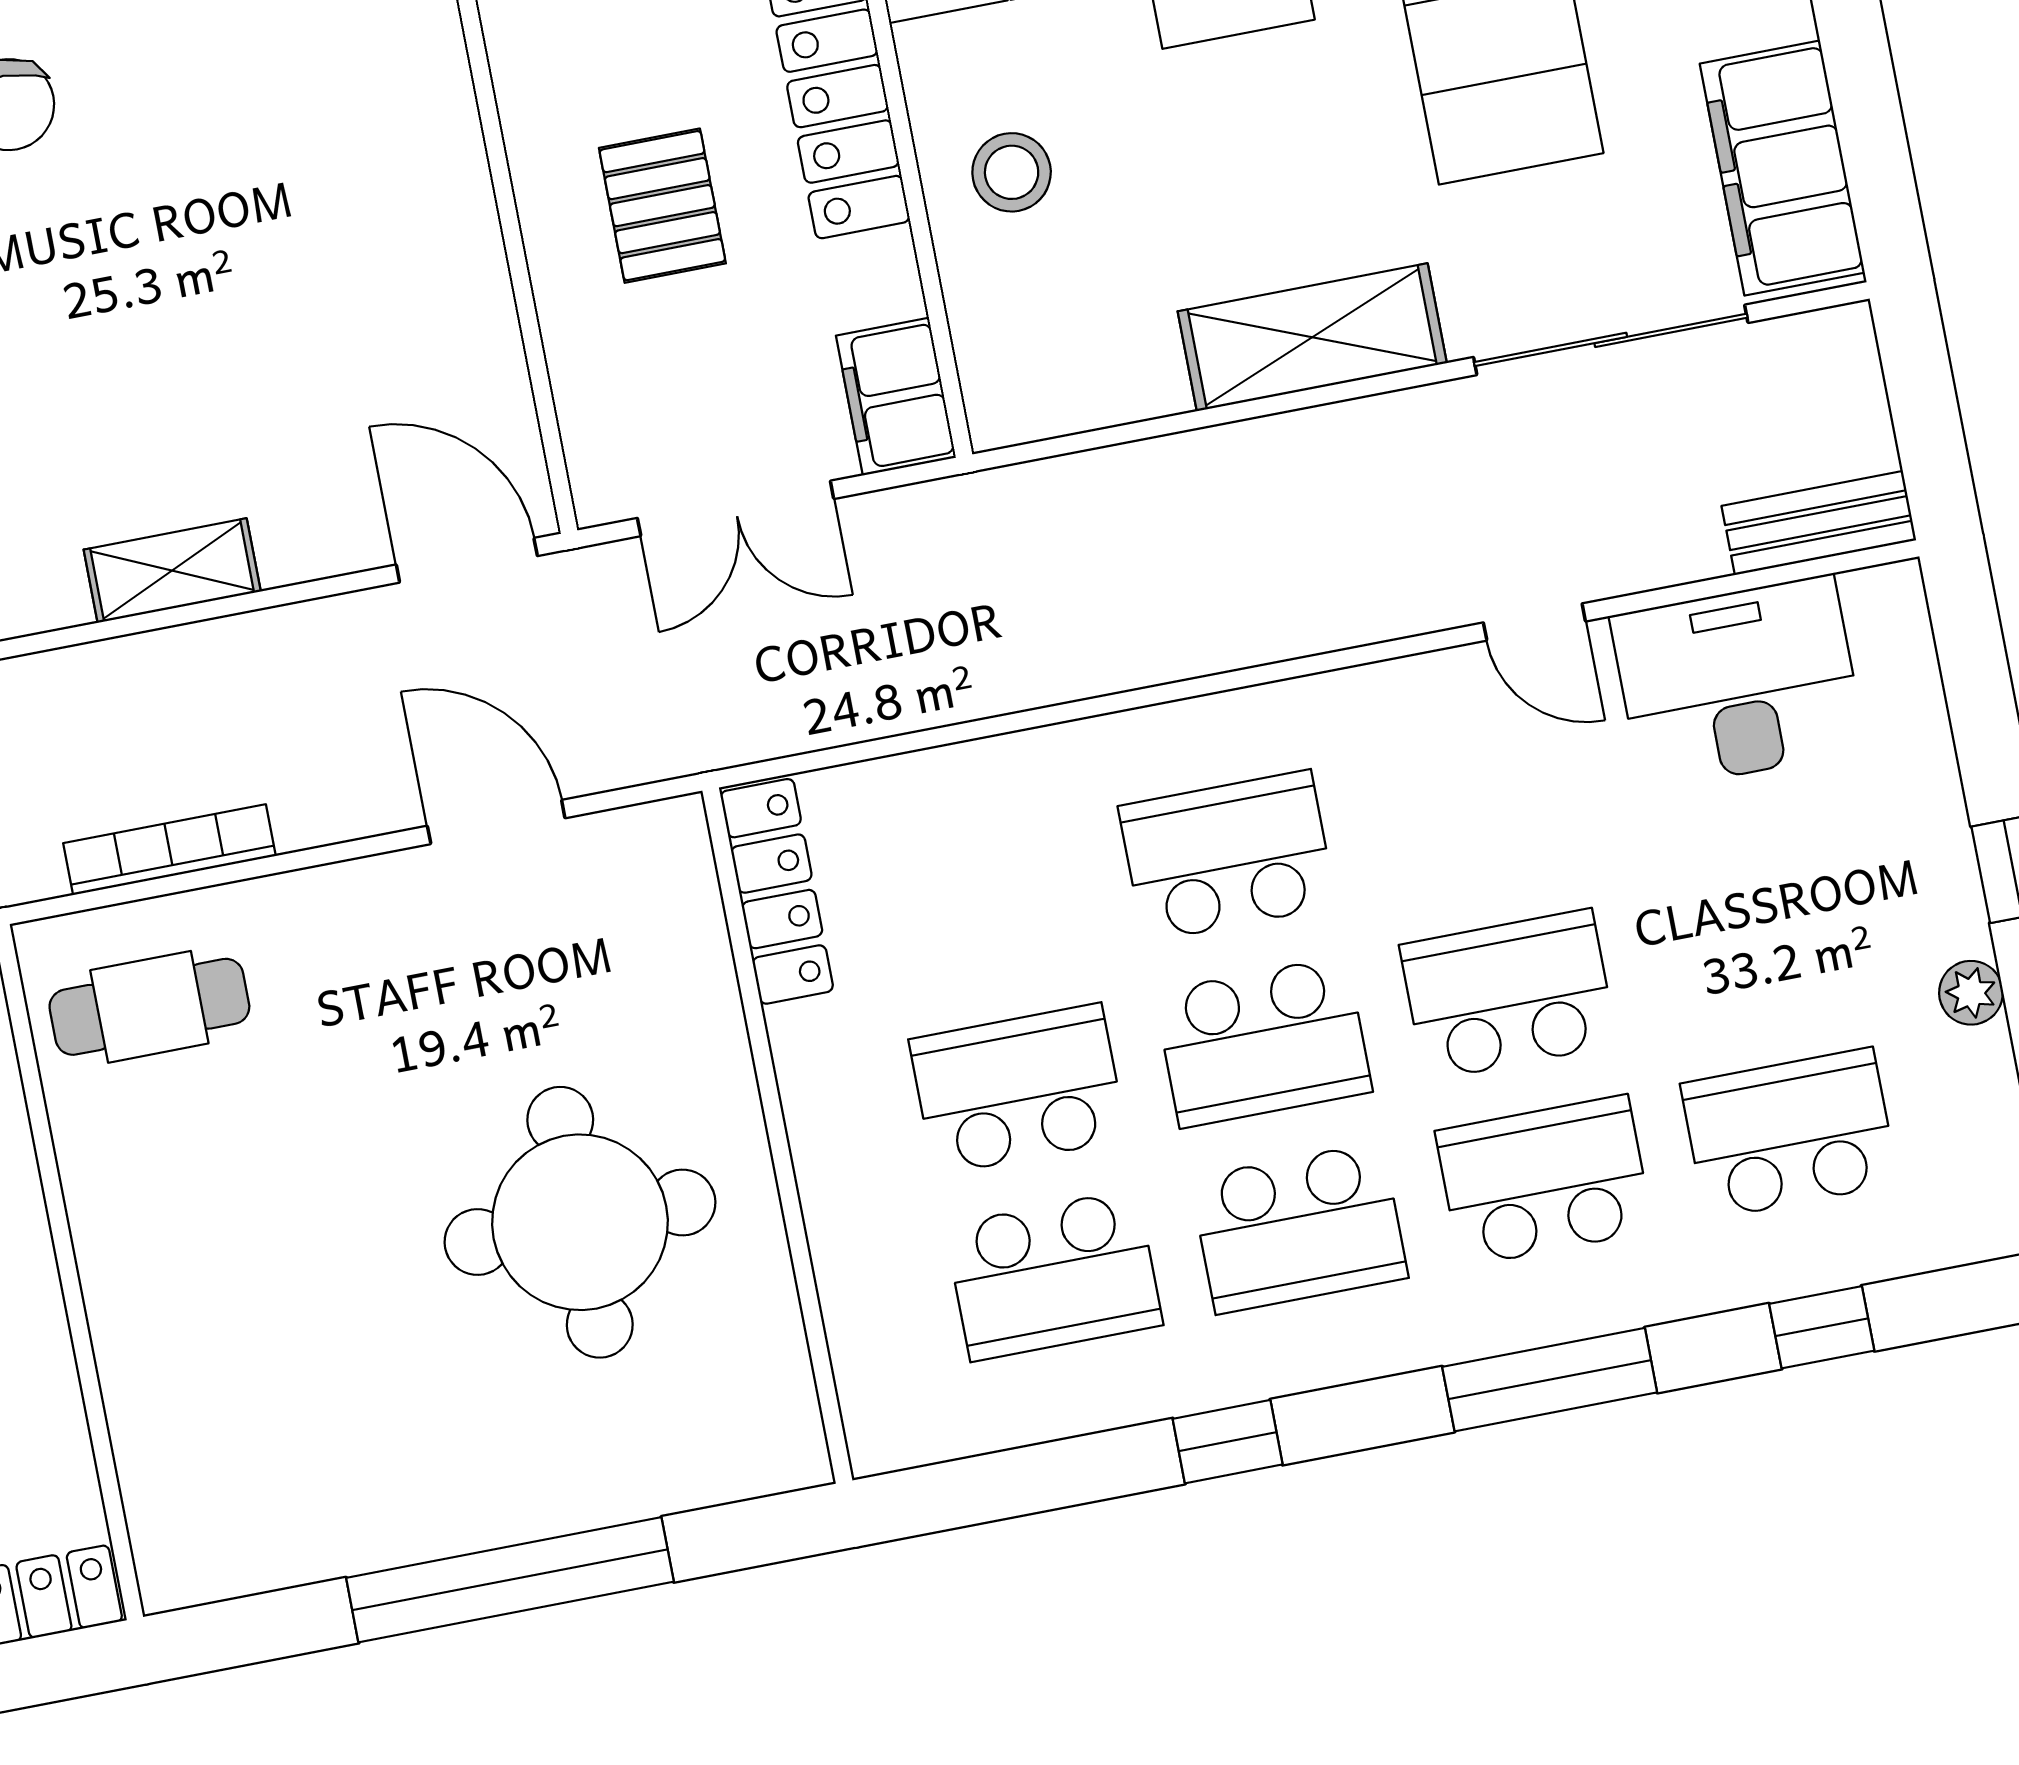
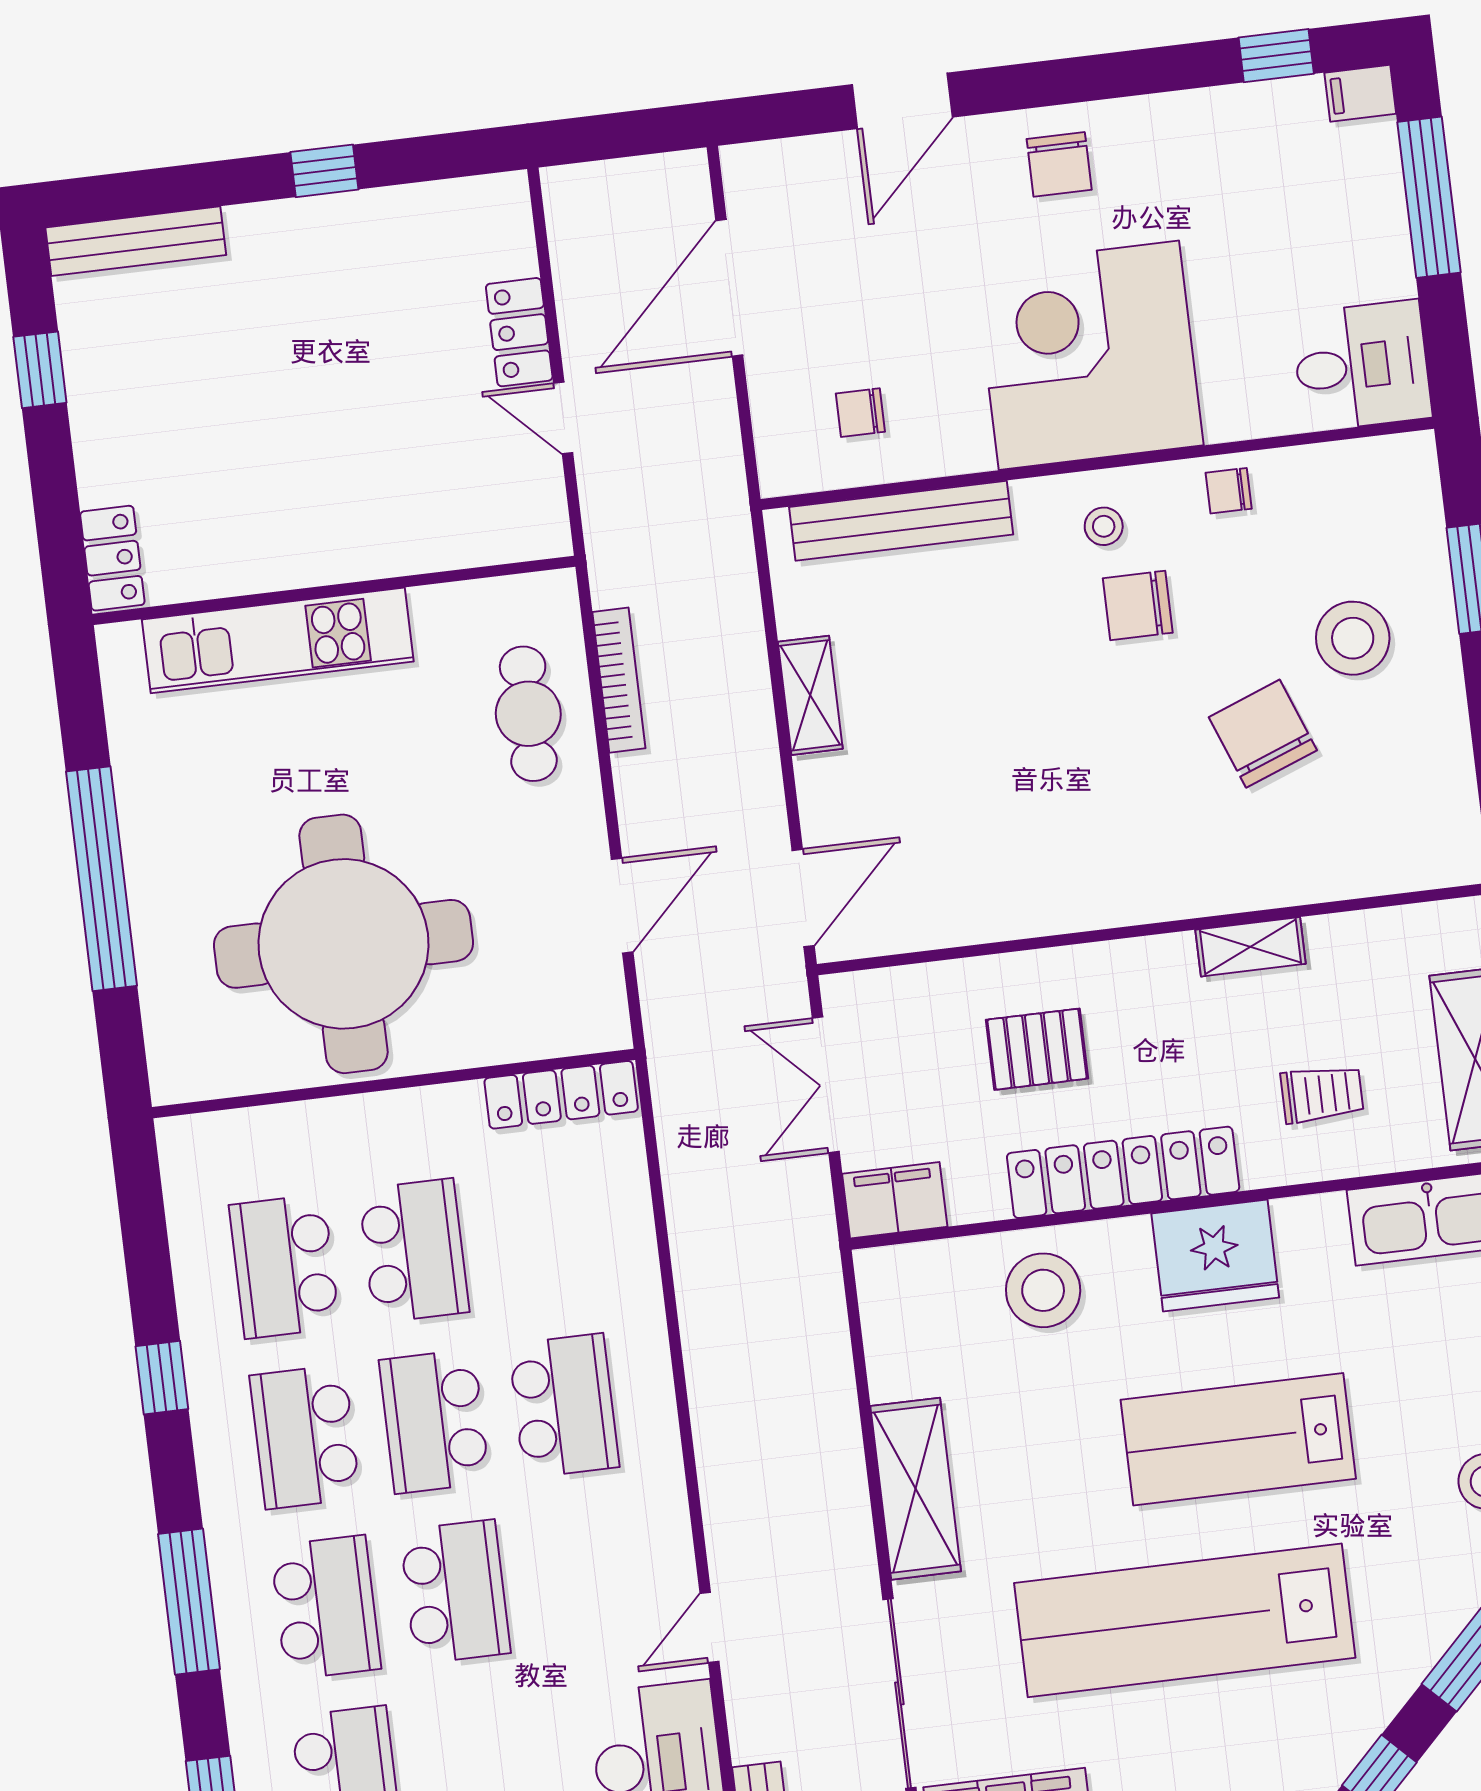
stool: (1012, 172) -> (1043, 1290), width x1.38, depth x1.38
cafe table: (149, 1007) -> (528, 714), moved
round table: (580, 1222) -> (343, 944), width x1.36, depth x1.36
kitchen unit: (147, 1348) -> (278, 640), added

